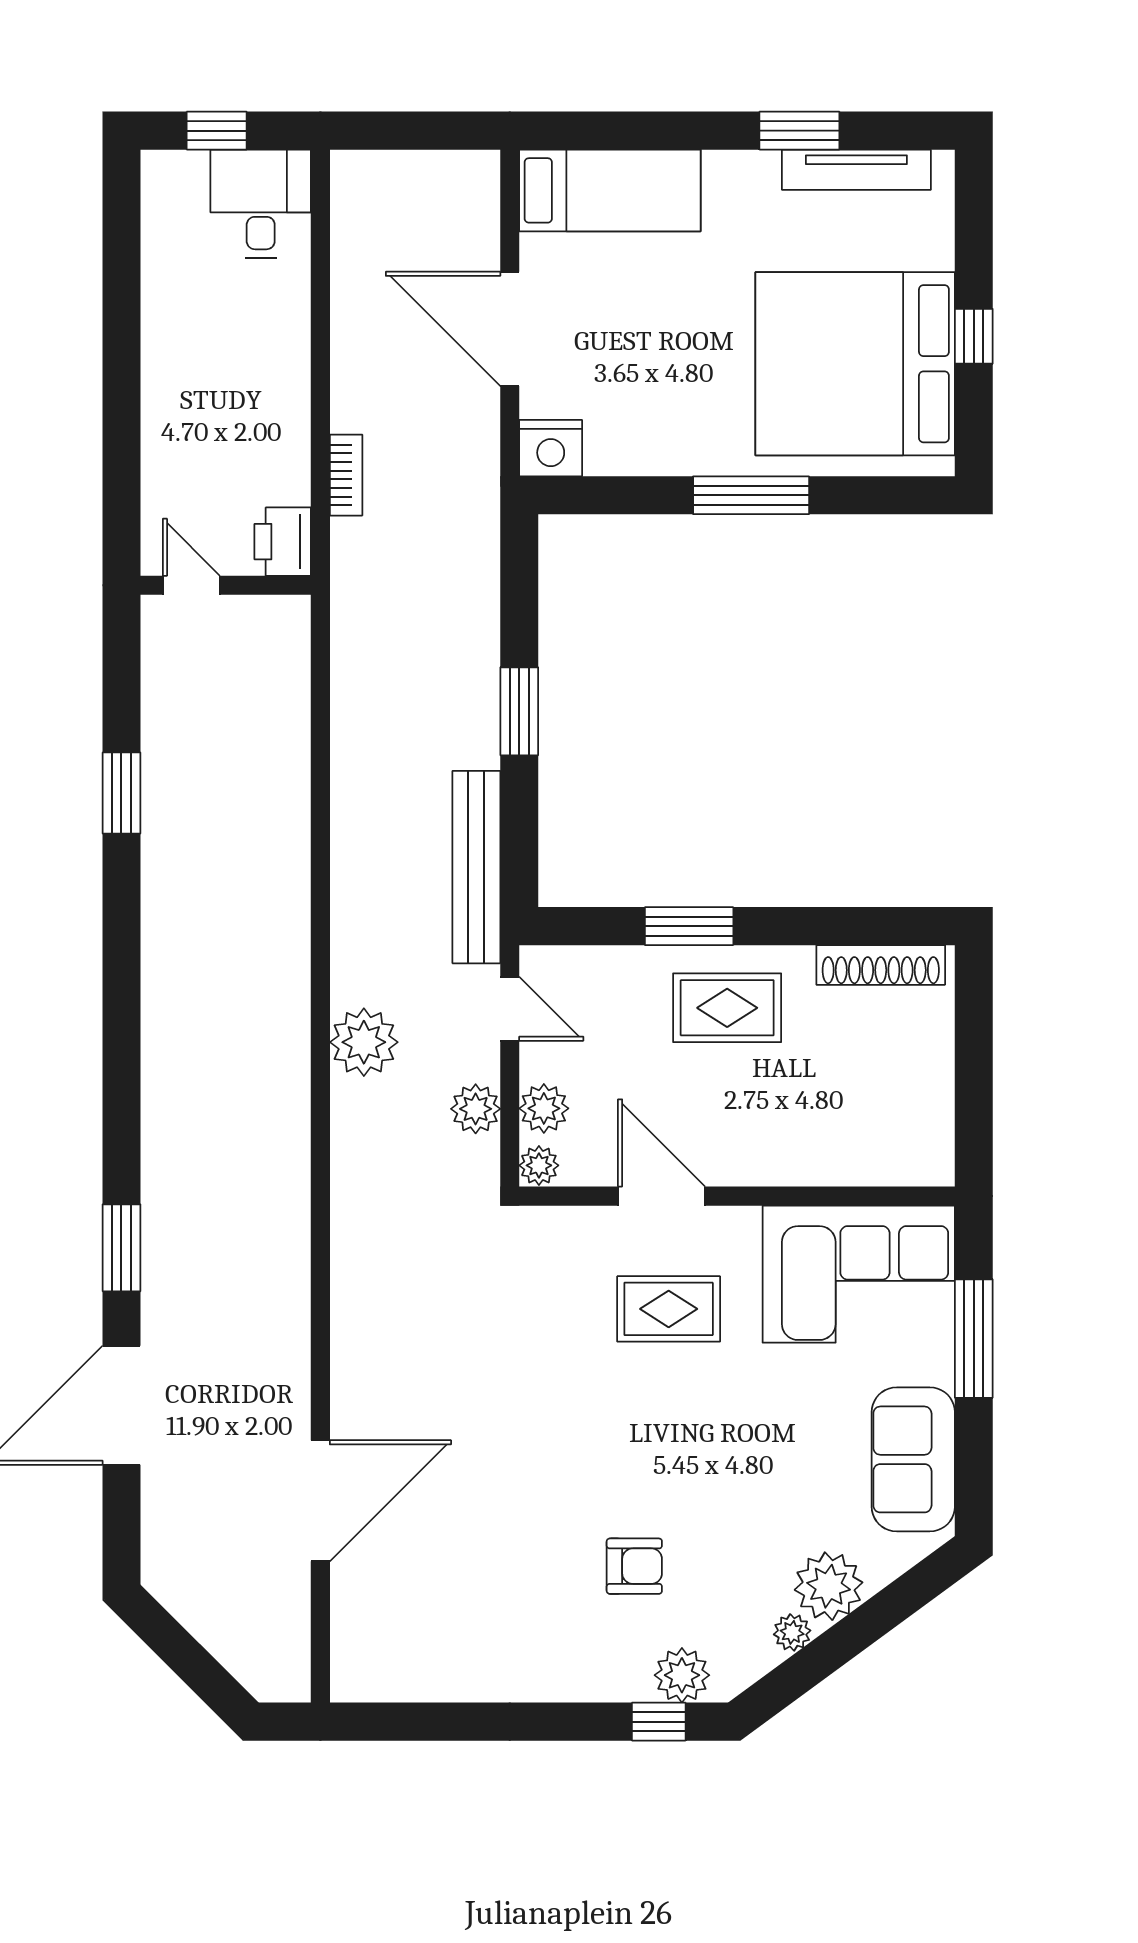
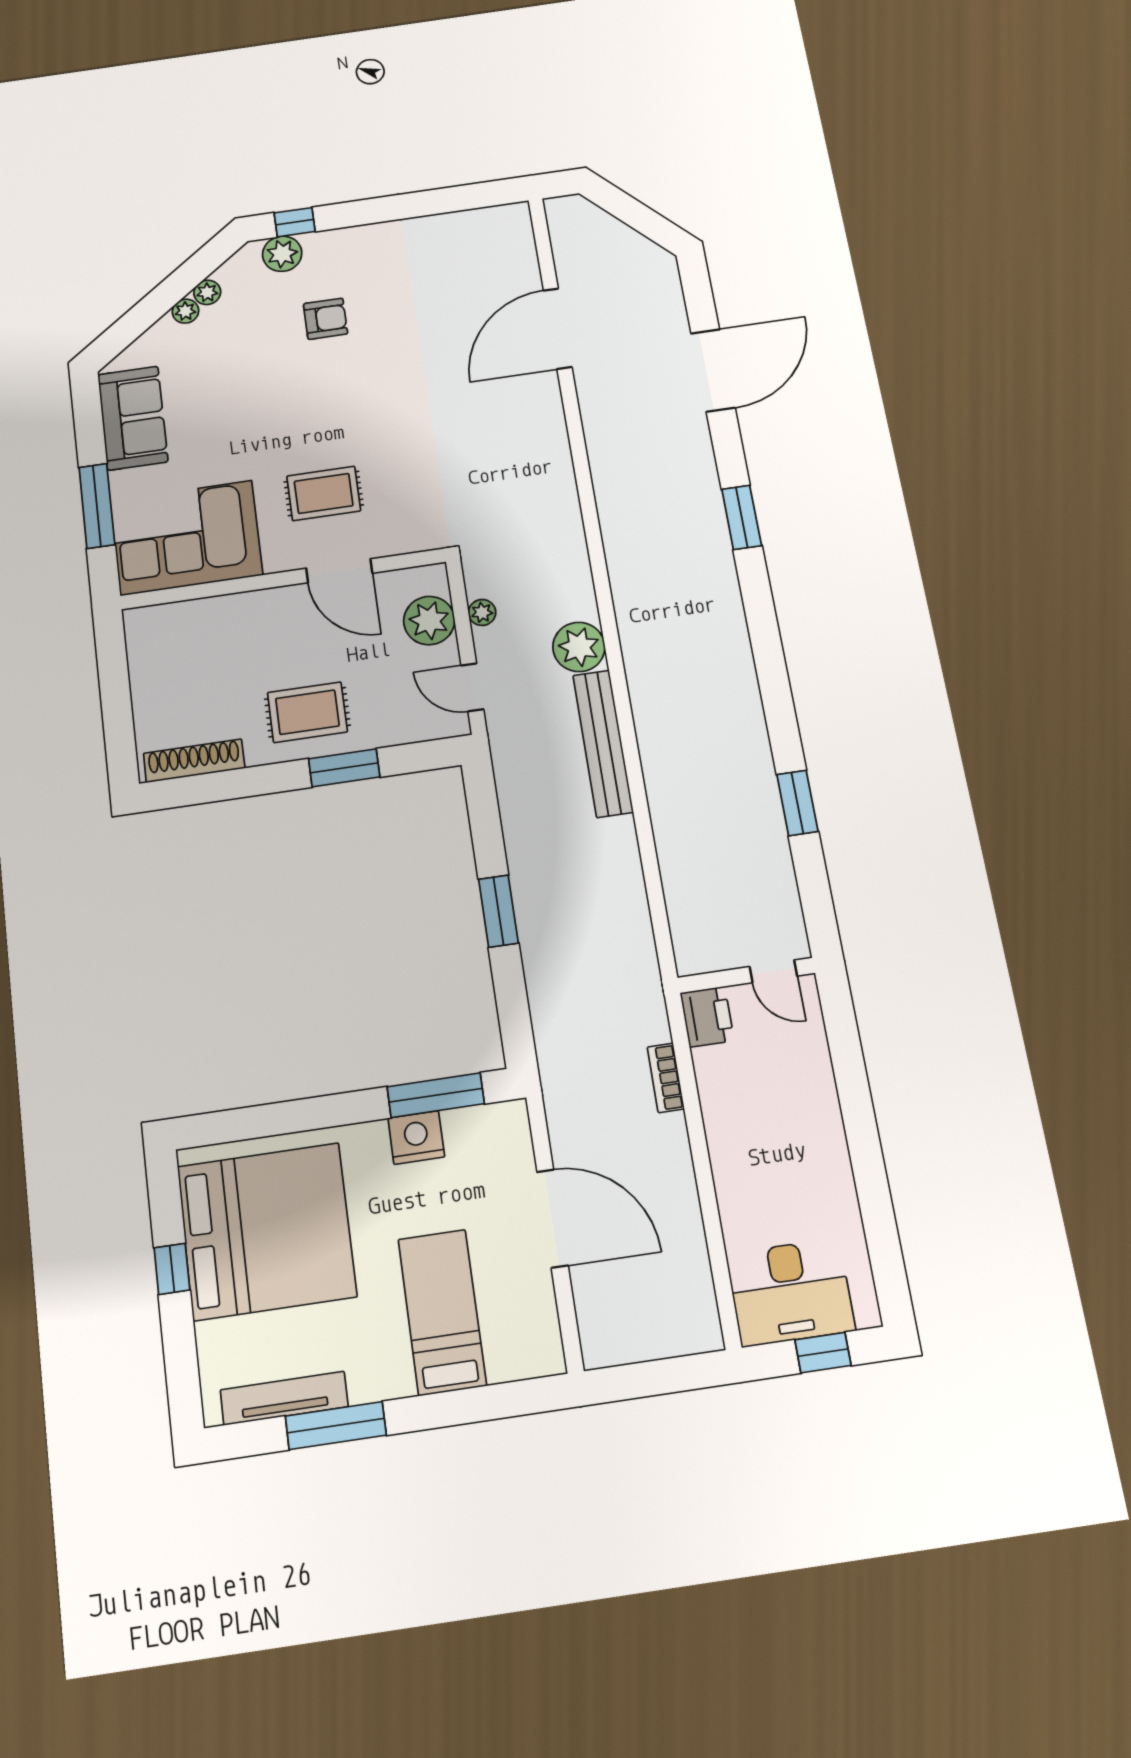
window: (799, 131) -> (336, 1426), width x1.44
bed: (610, 190) -> (442, 1312), moved, turned 90
desk: (261, 204) -> (790, 1292), width x1.37
nightstand: (551, 448) -> (416, 1137), moved
window: (751, 495) -> (436, 1095), moved
bench: (476, 867) -> (603, 743), moved
plant: (544, 1108) -> (429, 621), width x1.36, depth x1.36
plant: (476, 1109) -> (482, 612), width x0.73, depth x0.73
plant: (539, 1165) -> (434, 579), removed
window: (121, 1248) -> (742, 517), moved
armchair: (634, 1566) -> (325, 319), turned 180
plant: (829, 1586) -> (185, 311), width x0.53, depth x0.53

